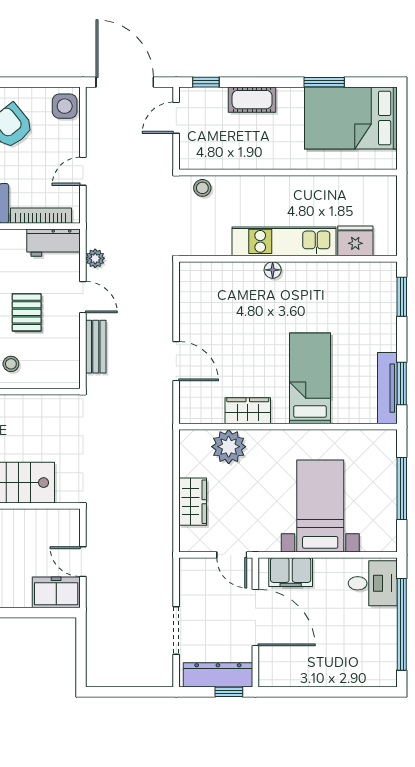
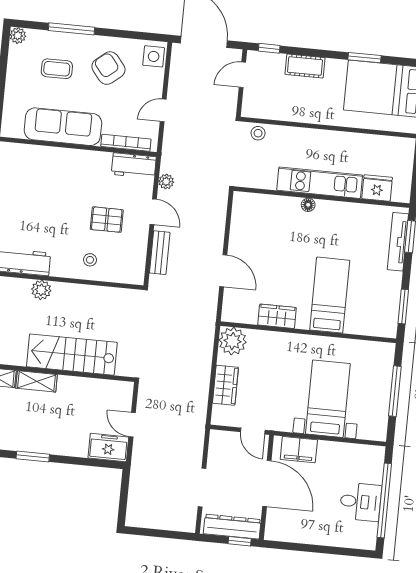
pallet: (27, 312) -> (107, 220), turned 90
tv unit: (387, 388) -> (398, 242), moved
plant: (229, 447) -> (233, 341), moved
desk: (373, 583) -> (360, 502), moved

